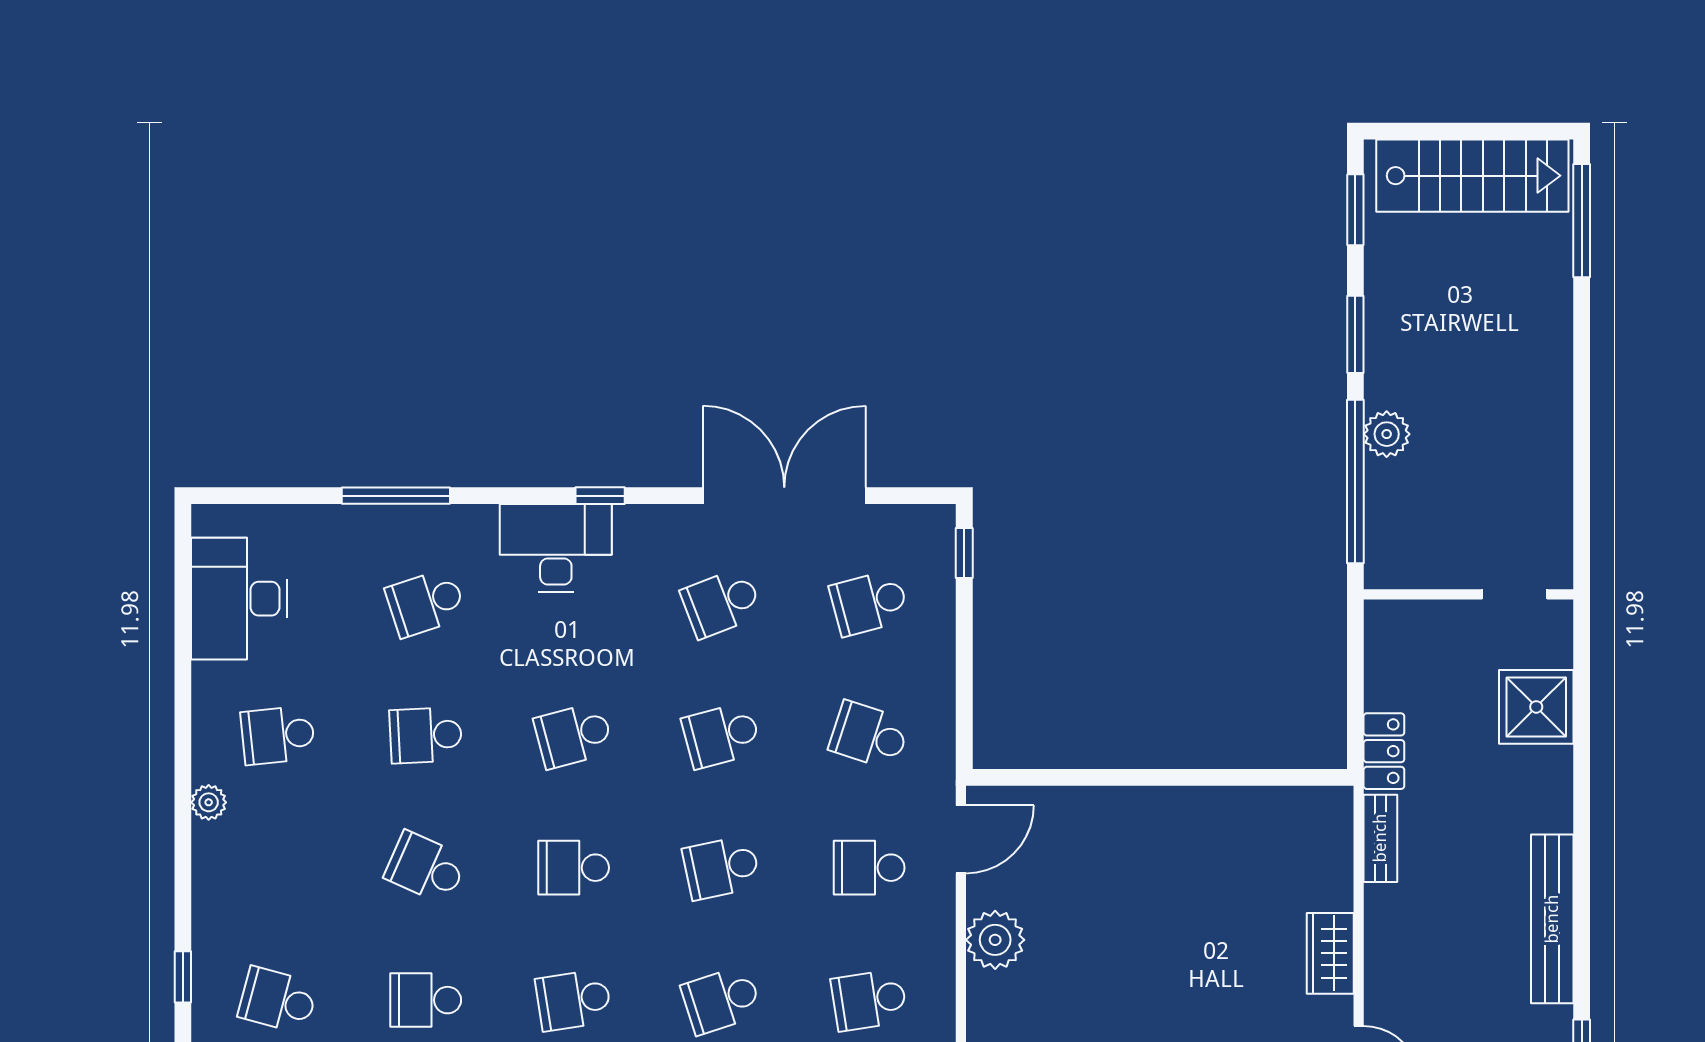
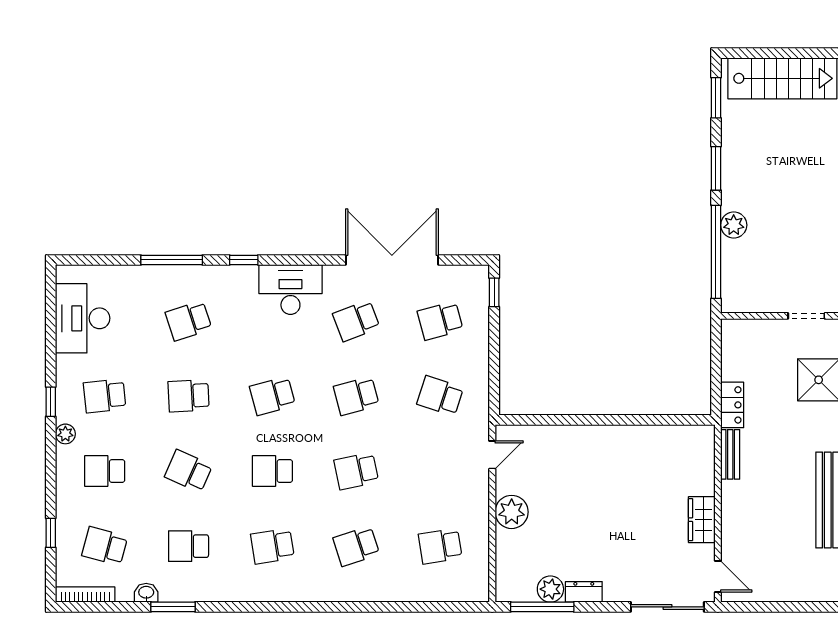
window: (600, 496) -> (244, 260), moved
desk: (556, 548) -> (290, 290), moved
window: (183, 745) -> (51, 402), added
door: (961, 839) -> (492, 455), width x0.73
school desk: (869, 868) -> (105, 471), moved

